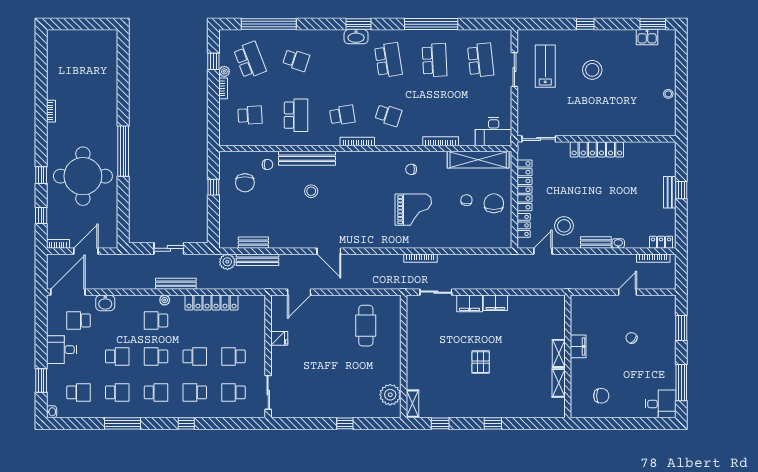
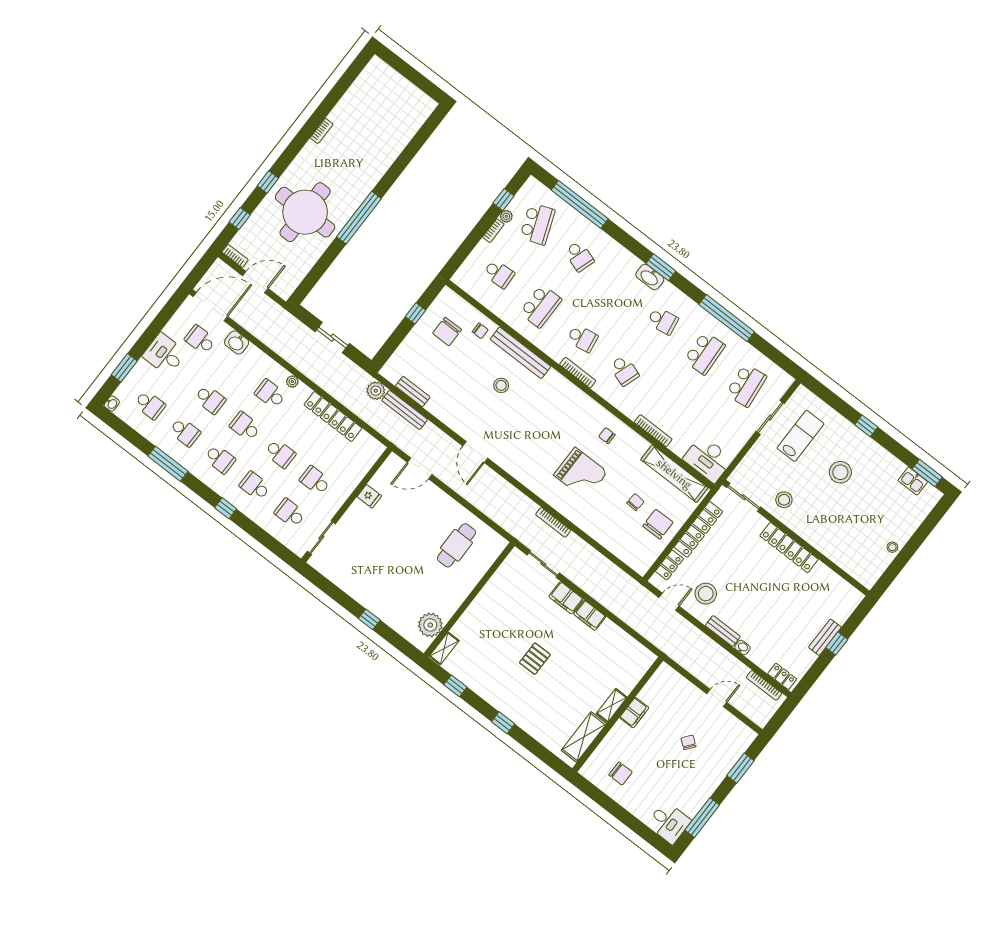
school desk: (388, 60) -> (663, 321), width x0.54
stool: (568, 119) -> (784, 500), added
bench: (176, 284) -> (314, 375), removed
shelving: (559, 383) -> (584, 737), width x1.50, depth x1.33

